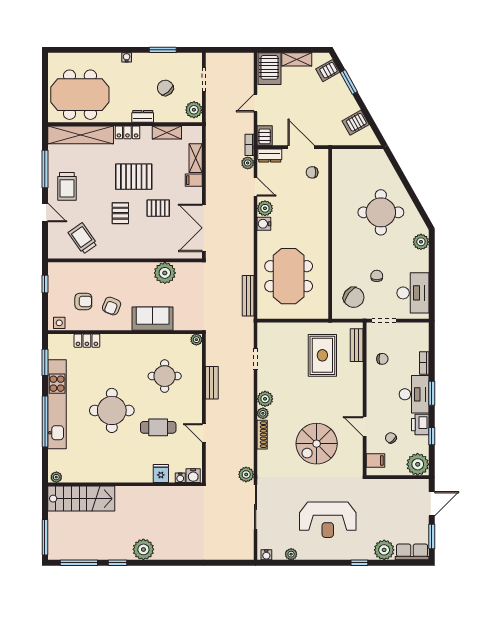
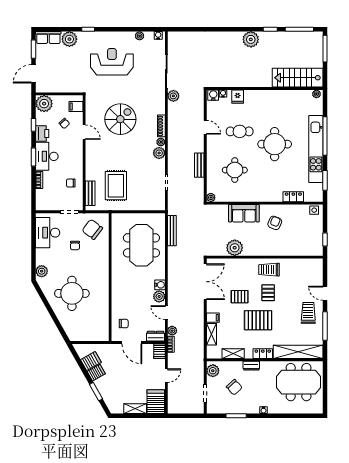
server rack: (328, 71) -> (96, 373), moved
trolley: (83, 238) -> (269, 270), moved, turned 125
armchair: (83, 301) -> (296, 226), removed

